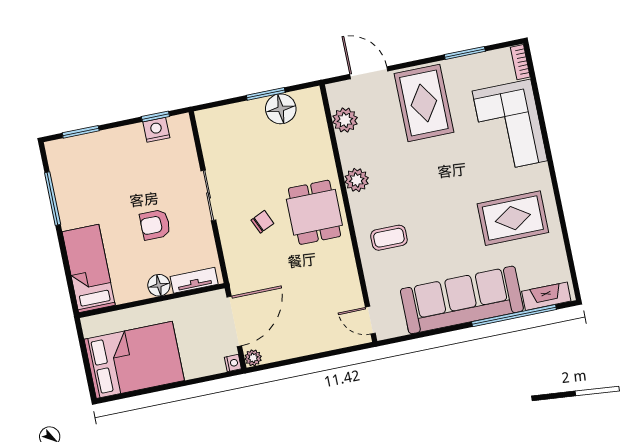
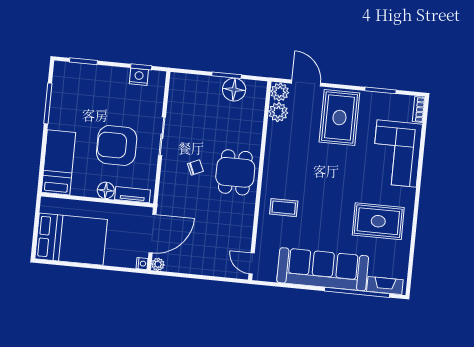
plant: (357, 180) -> (280, 92), moved
armchair: (155, 225) -> (117, 145), width x1.88, depth x1.88

